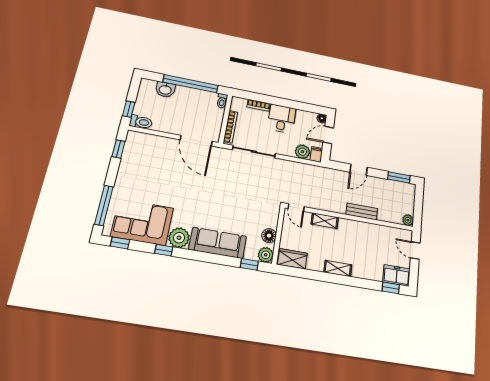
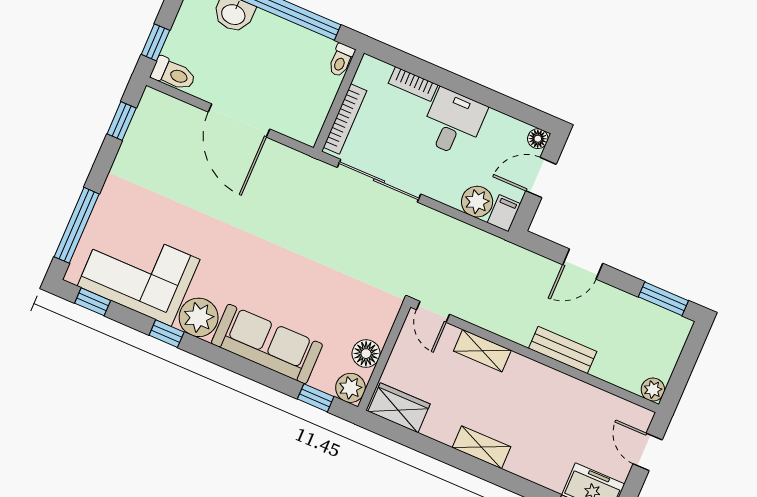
door: (196, 141) -> (239, 120), moved

